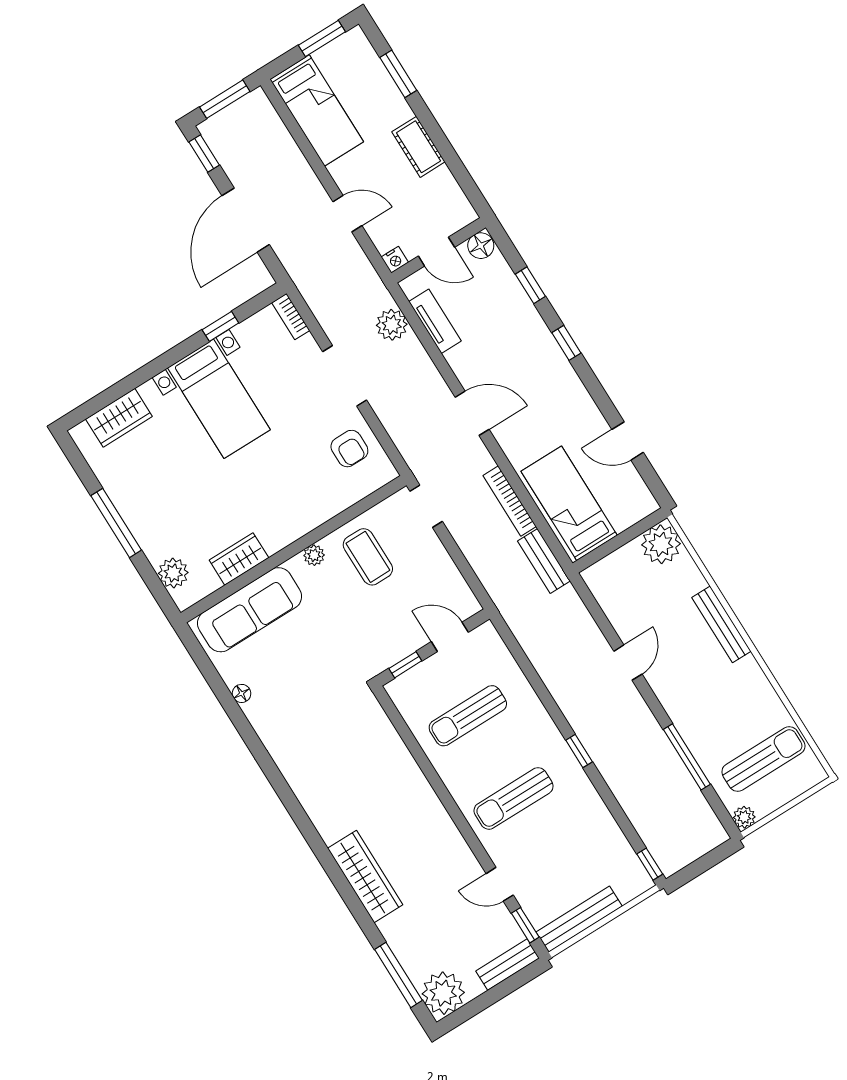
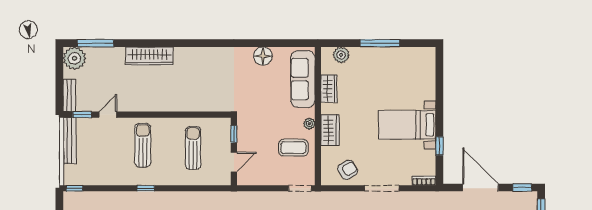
wardrobe: (119, 418) -> (330, 130), moved, turned 180
armchair: (349, 449) -> (348, 170), turned 149
floor lamp: (242, 693) -> (263, 56), width x1.89, depth x1.89

